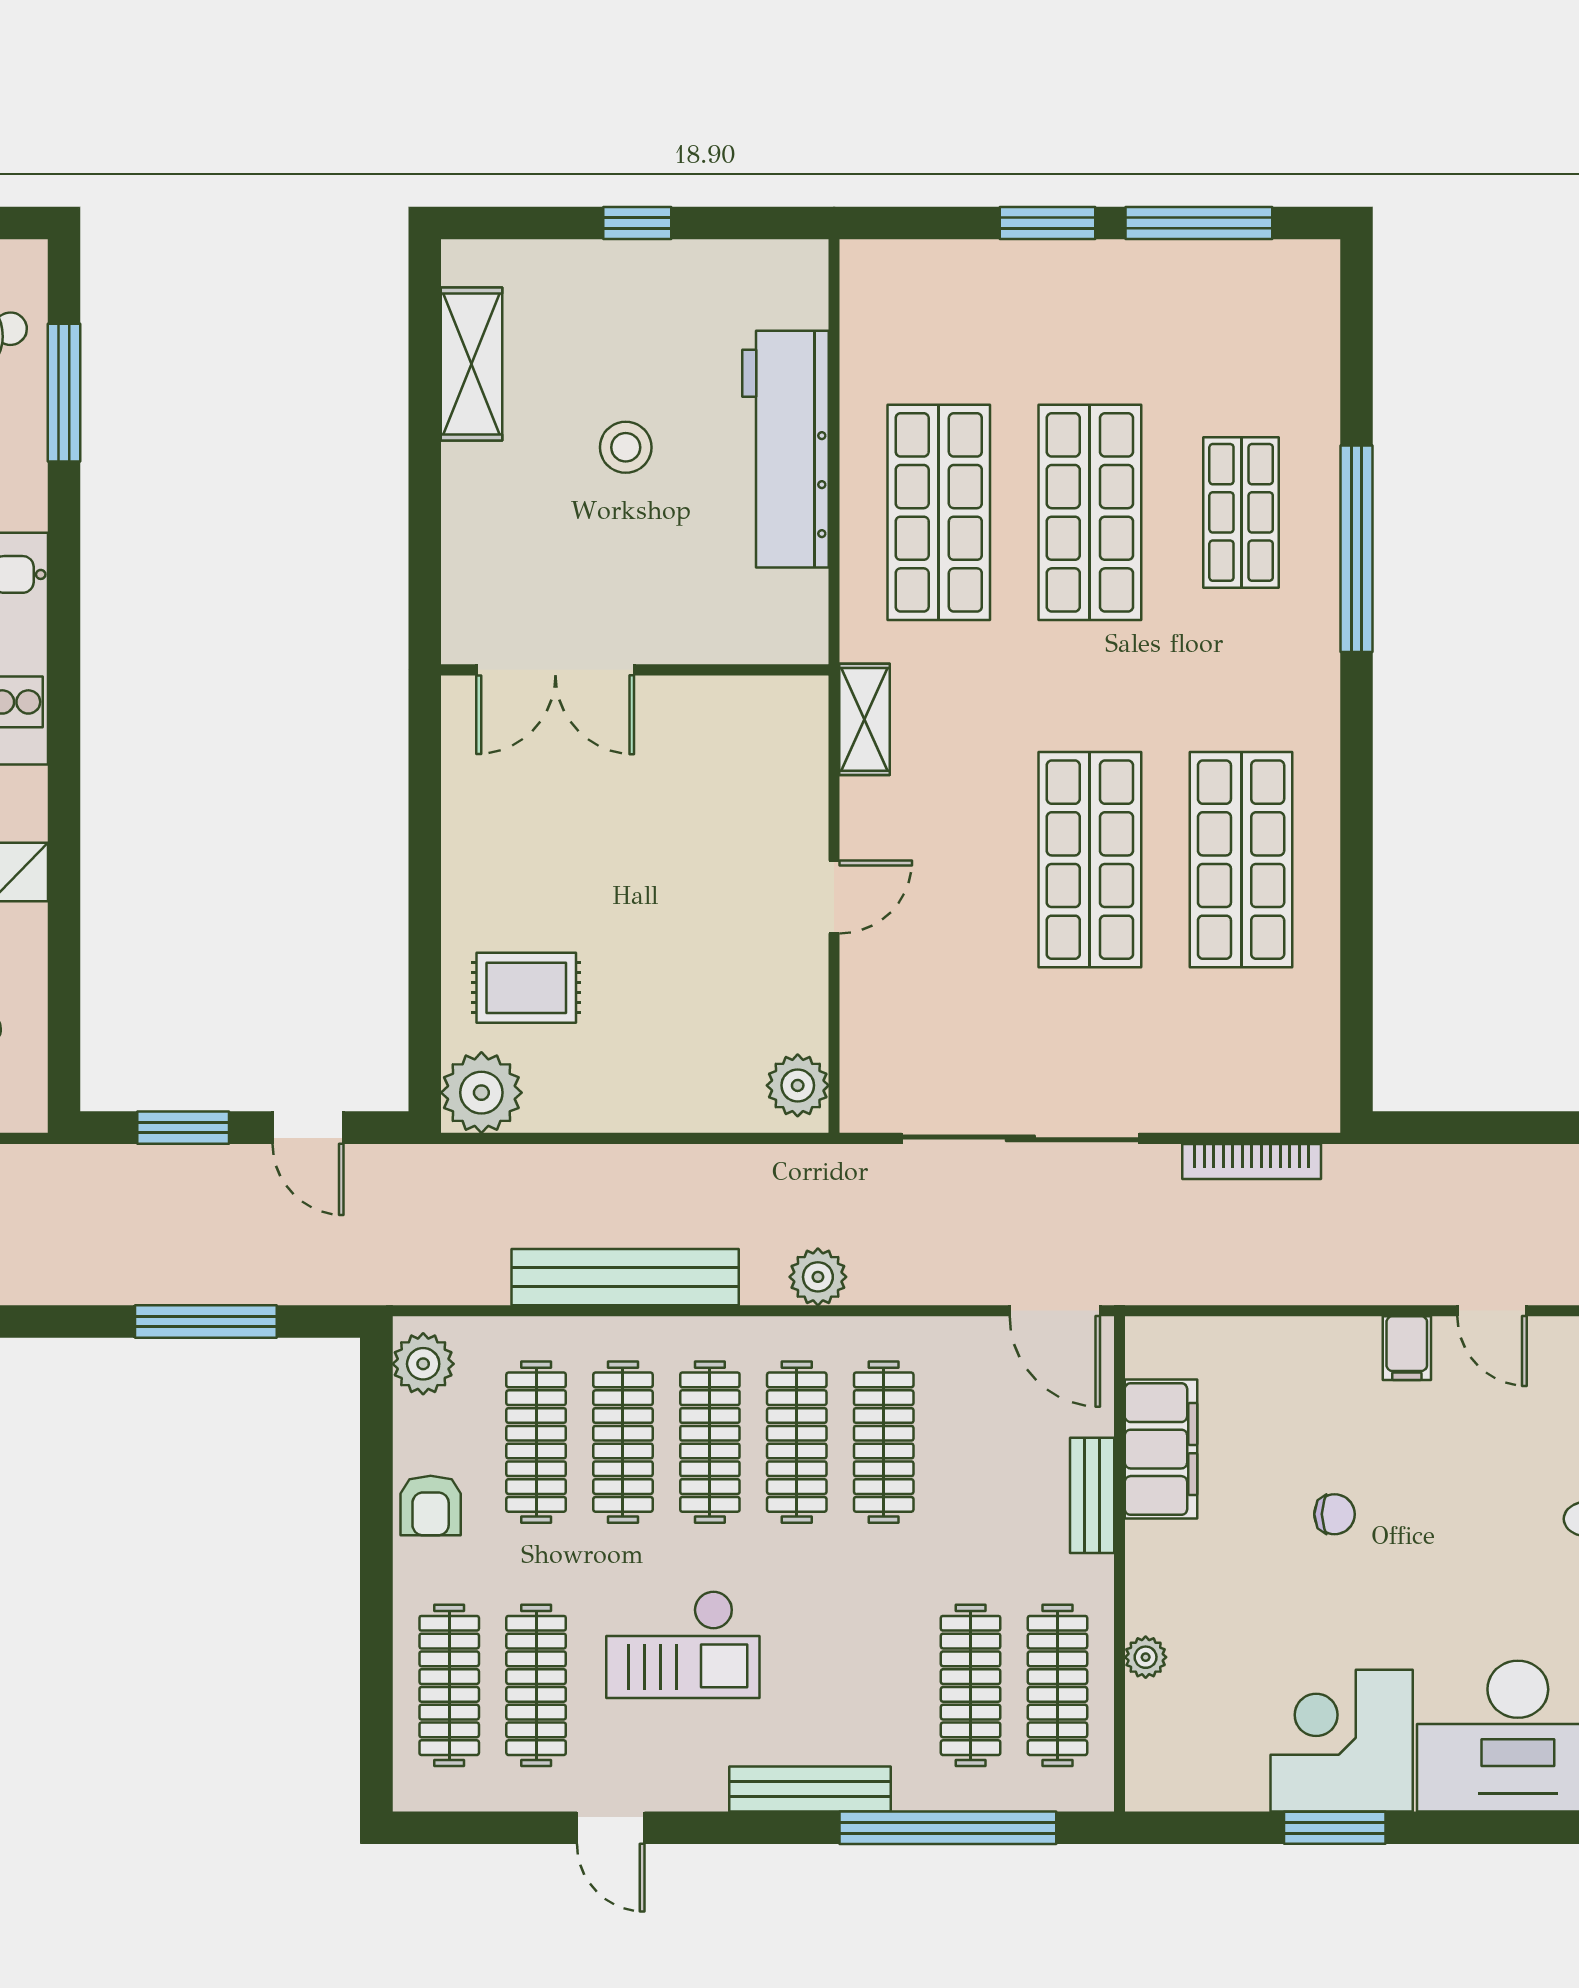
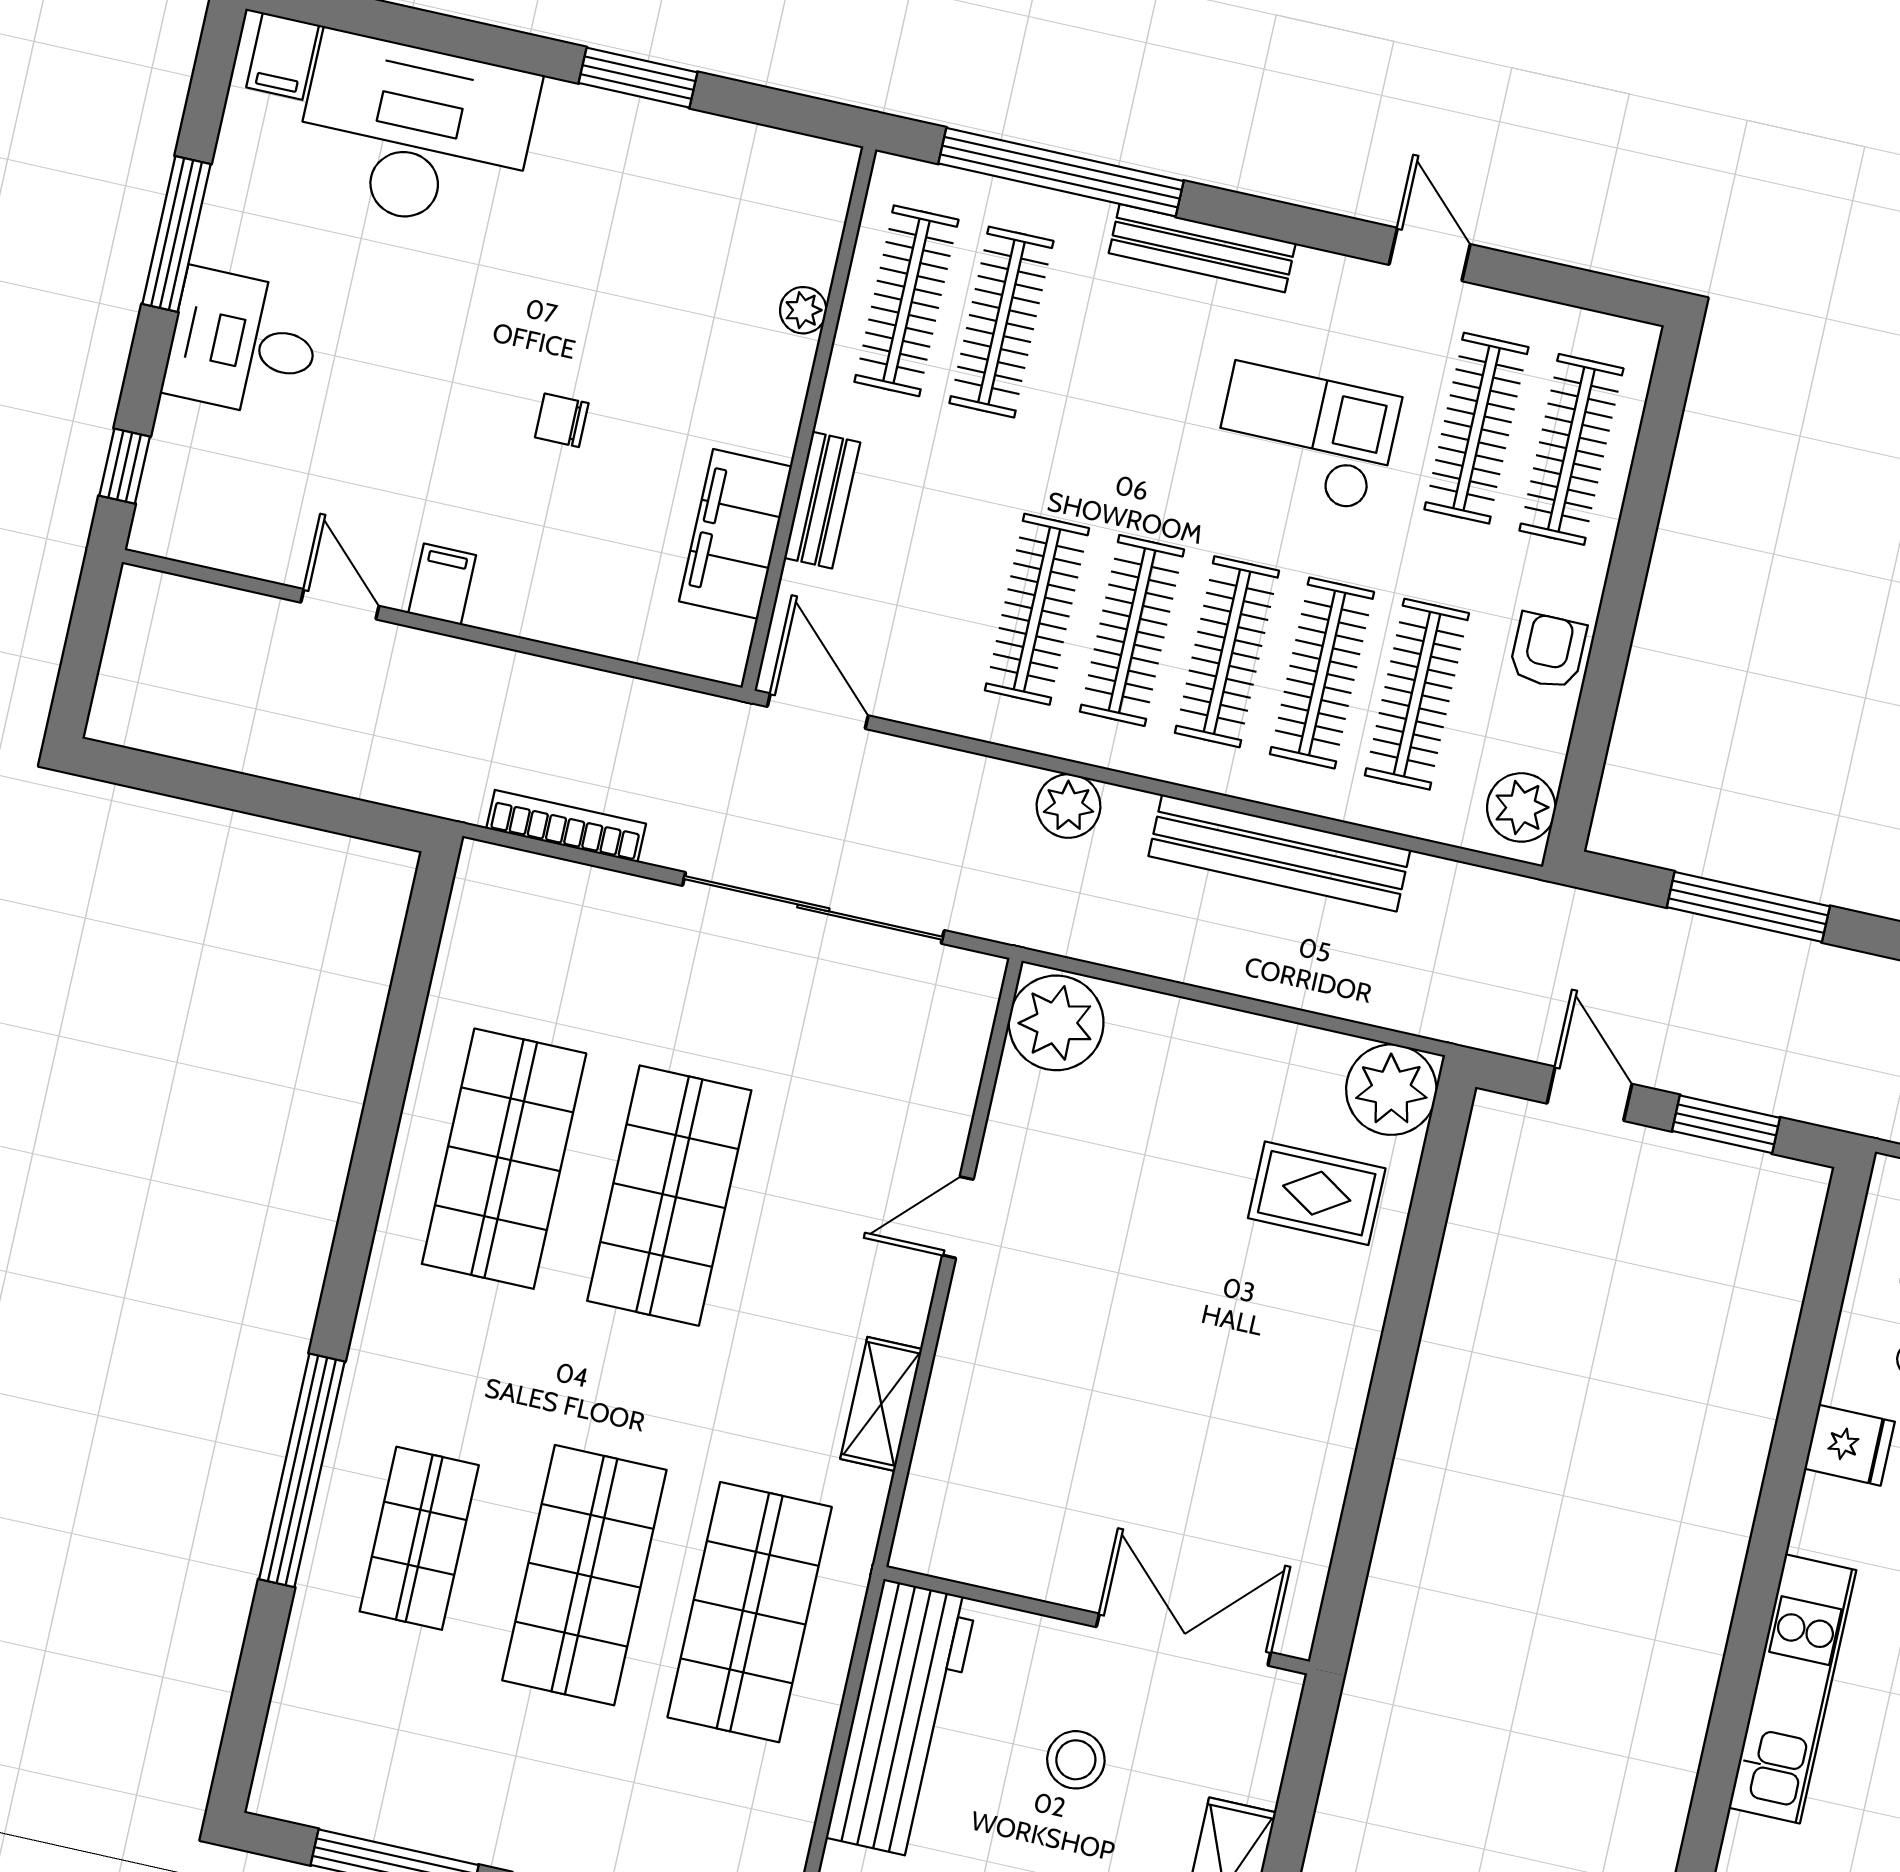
double door: (555, 670) -> (1184, 1640), moved
wall: (635, 670) -> (1097, 1620), moved
plant: (798, 1085) -> (1056, 1023), width x1.36, depth x1.36
corner desk: (1342, 1741) -> (609, 171), removed

